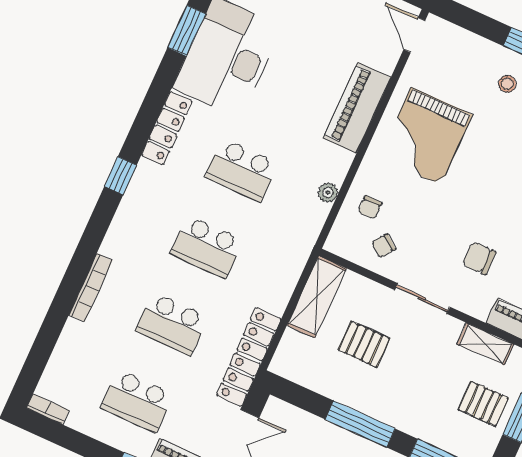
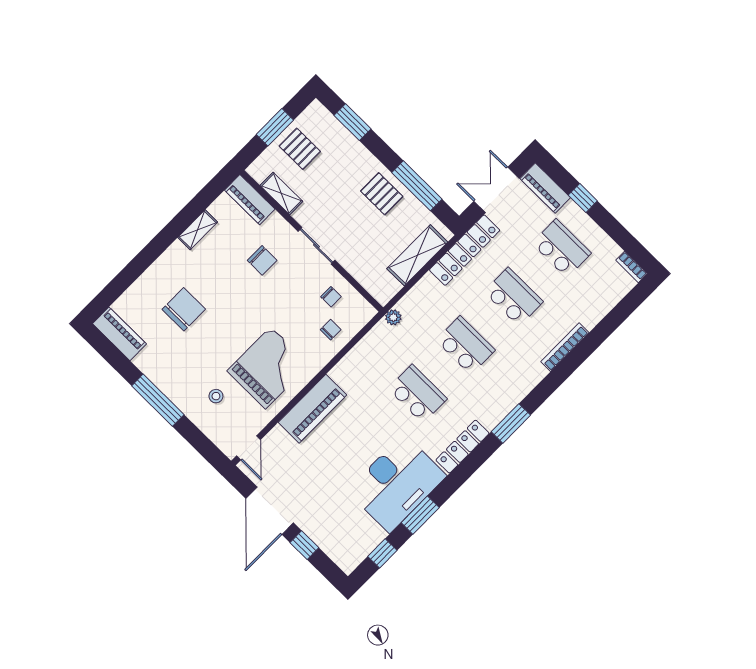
stool: (507, 84) -> (216, 396), moved
window: (121, 176) -> (511, 423), width x1.50
plant: (328, 192) -> (393, 317), moved
chair: (384, 246) -> (331, 297), turned 53
shelving: (317, 297) -> (417, 255), moved
pallet: (364, 344) -> (382, 194), moved
window: (360, 424) -> (417, 186), moved

